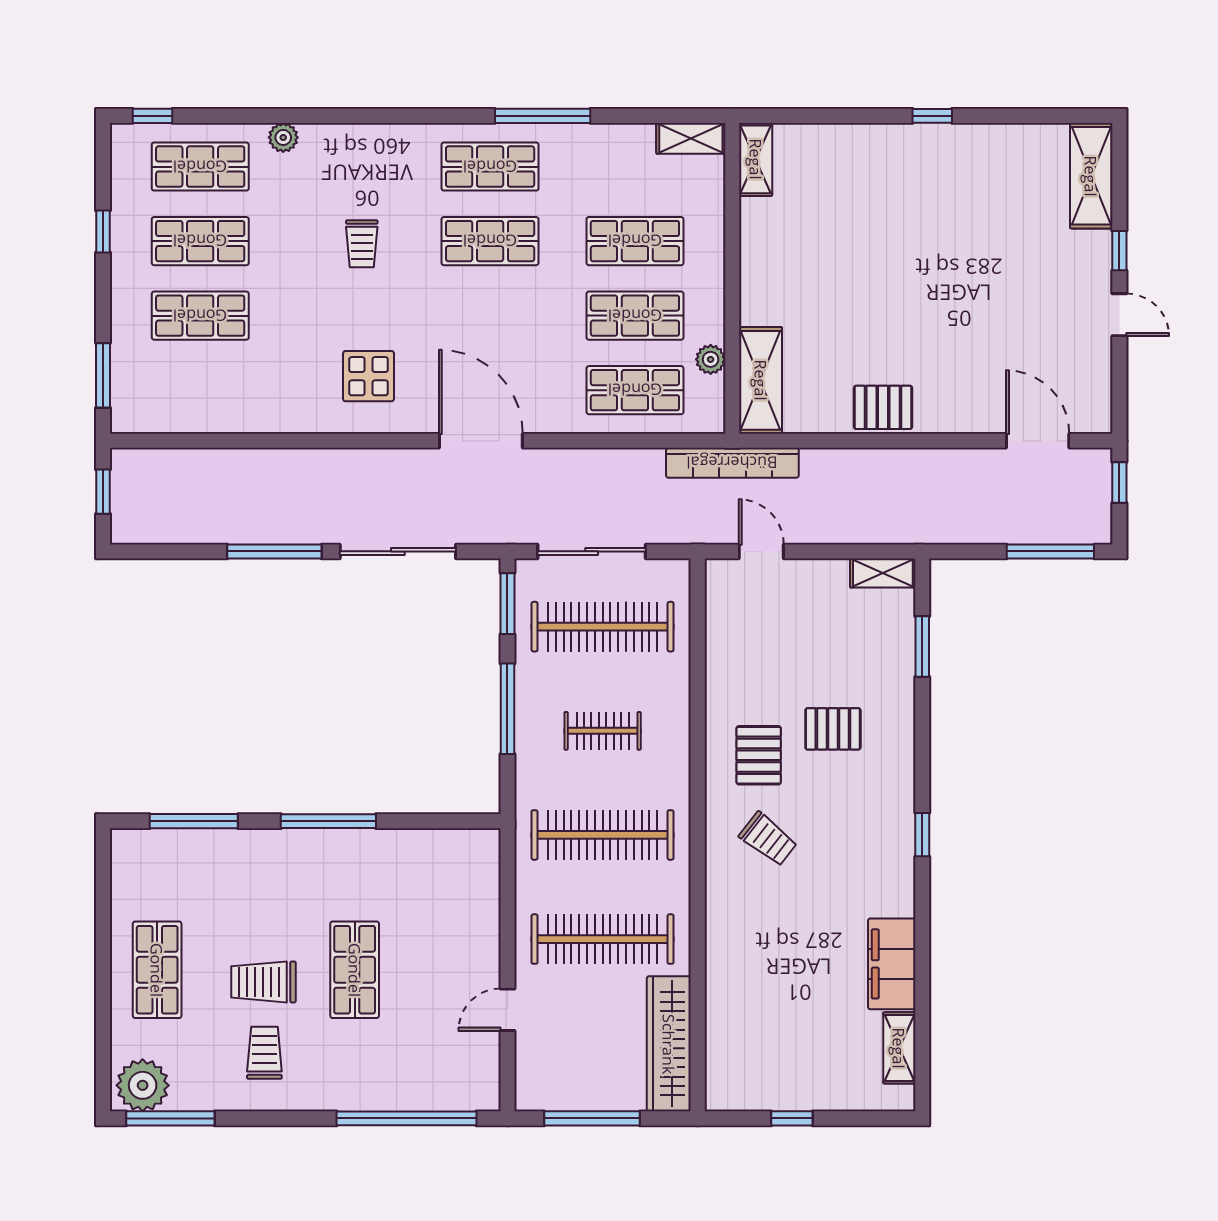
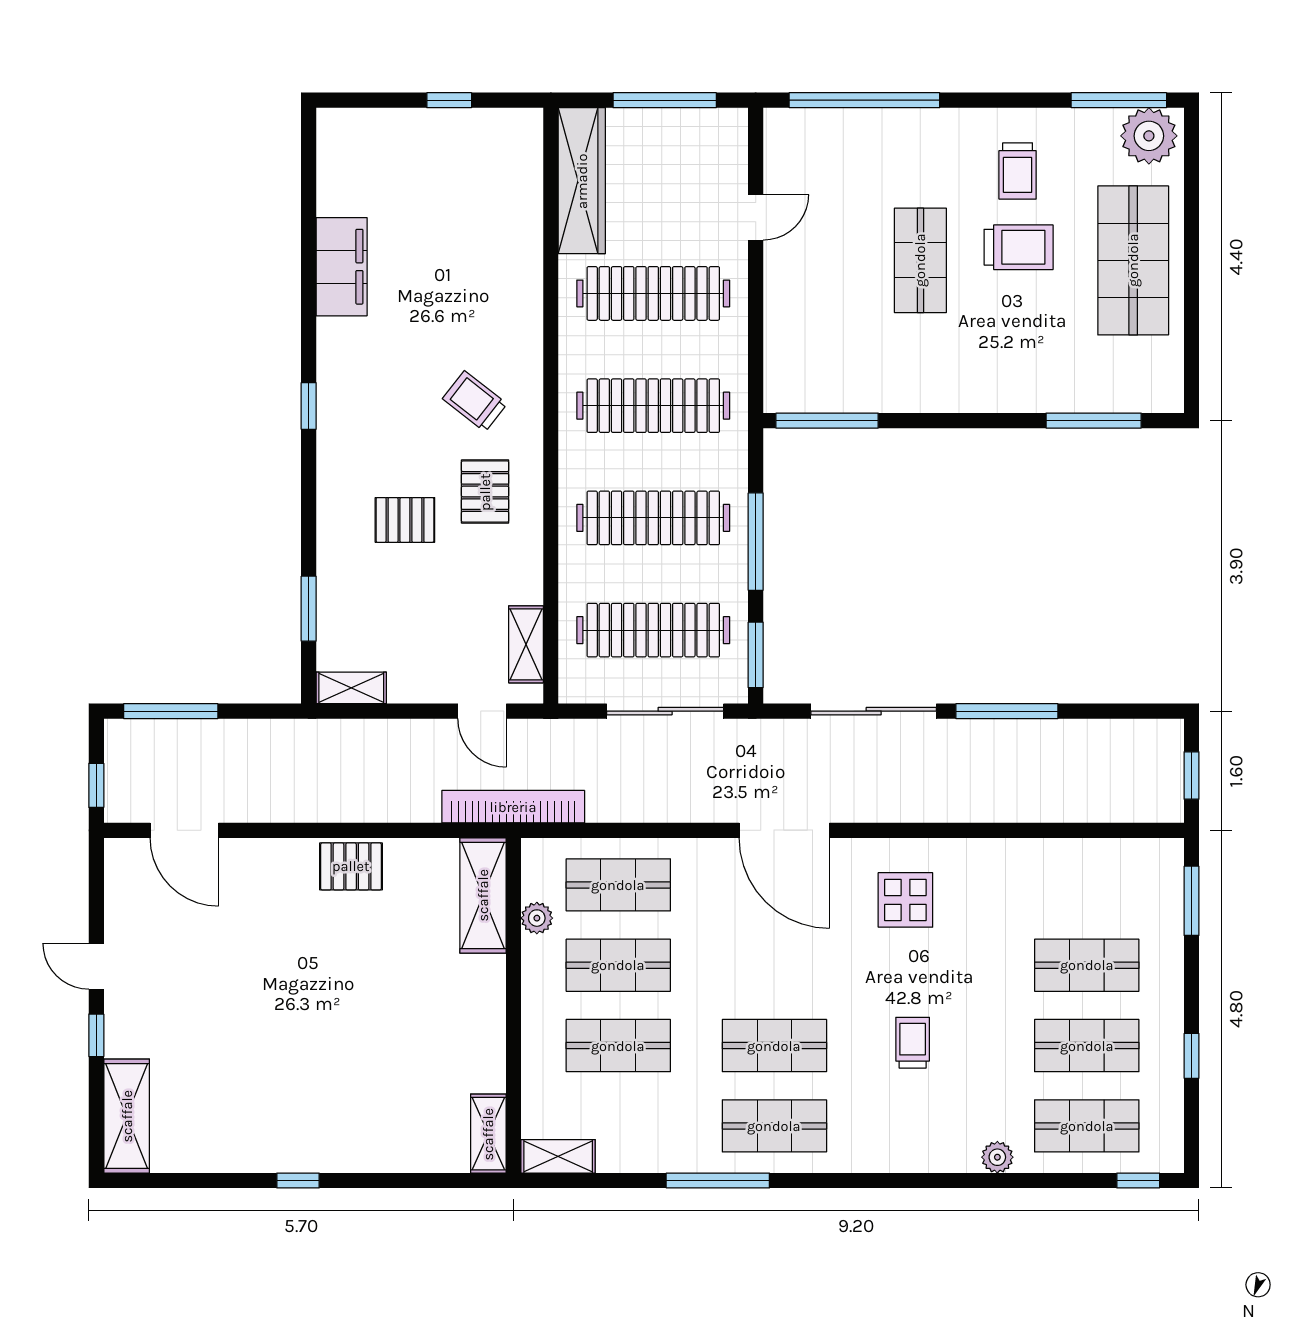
clothes rail: (603, 731) -> (653, 518), width x1.86, depth x1.31
window: (328, 821) -> (827, 421), moved
shop shelf: (157, 970) -> (1133, 260), width x1.43, depth x1.36
shelving: (899, 1048) -> (526, 644), moved

